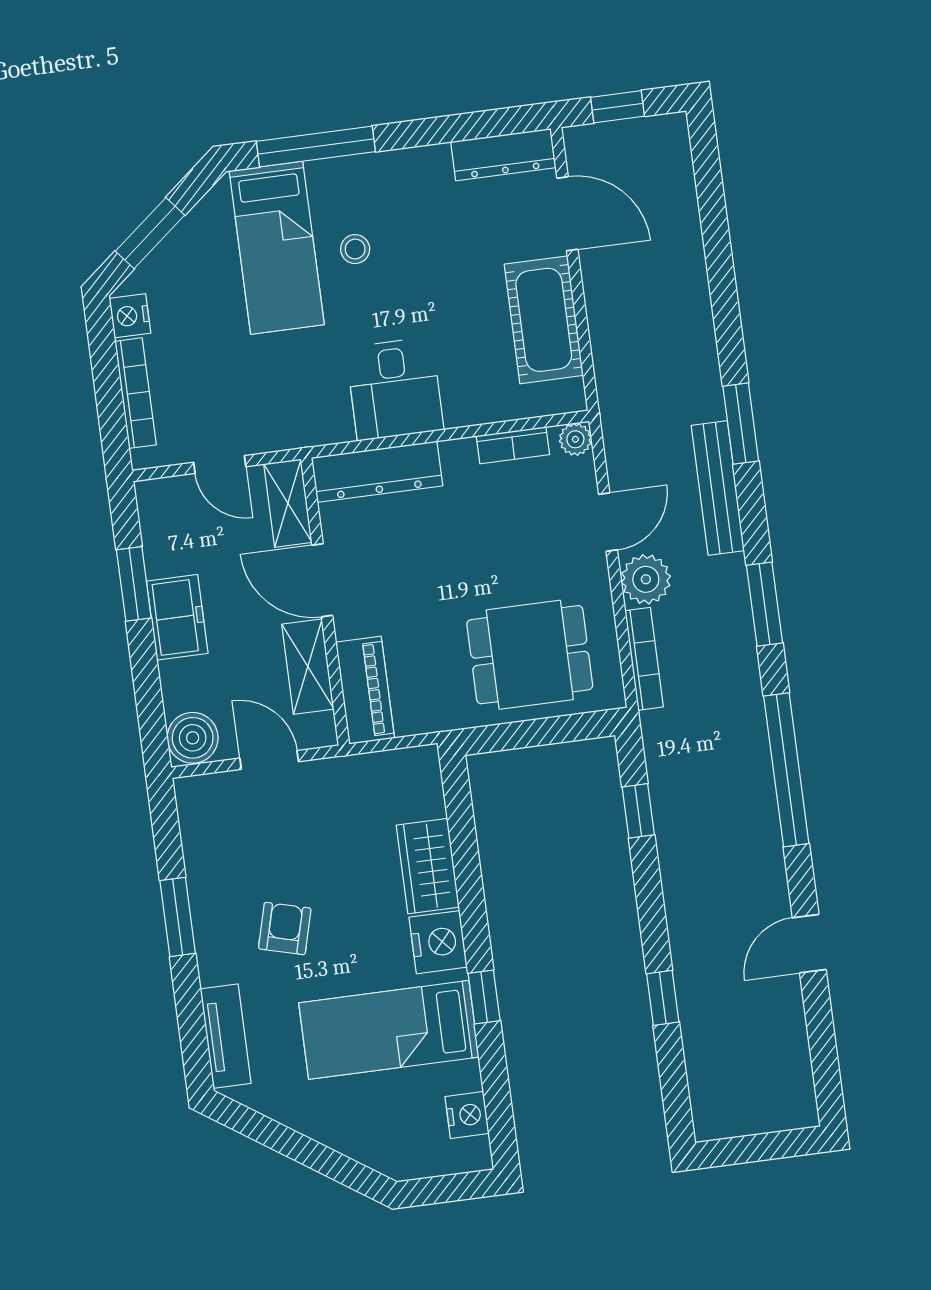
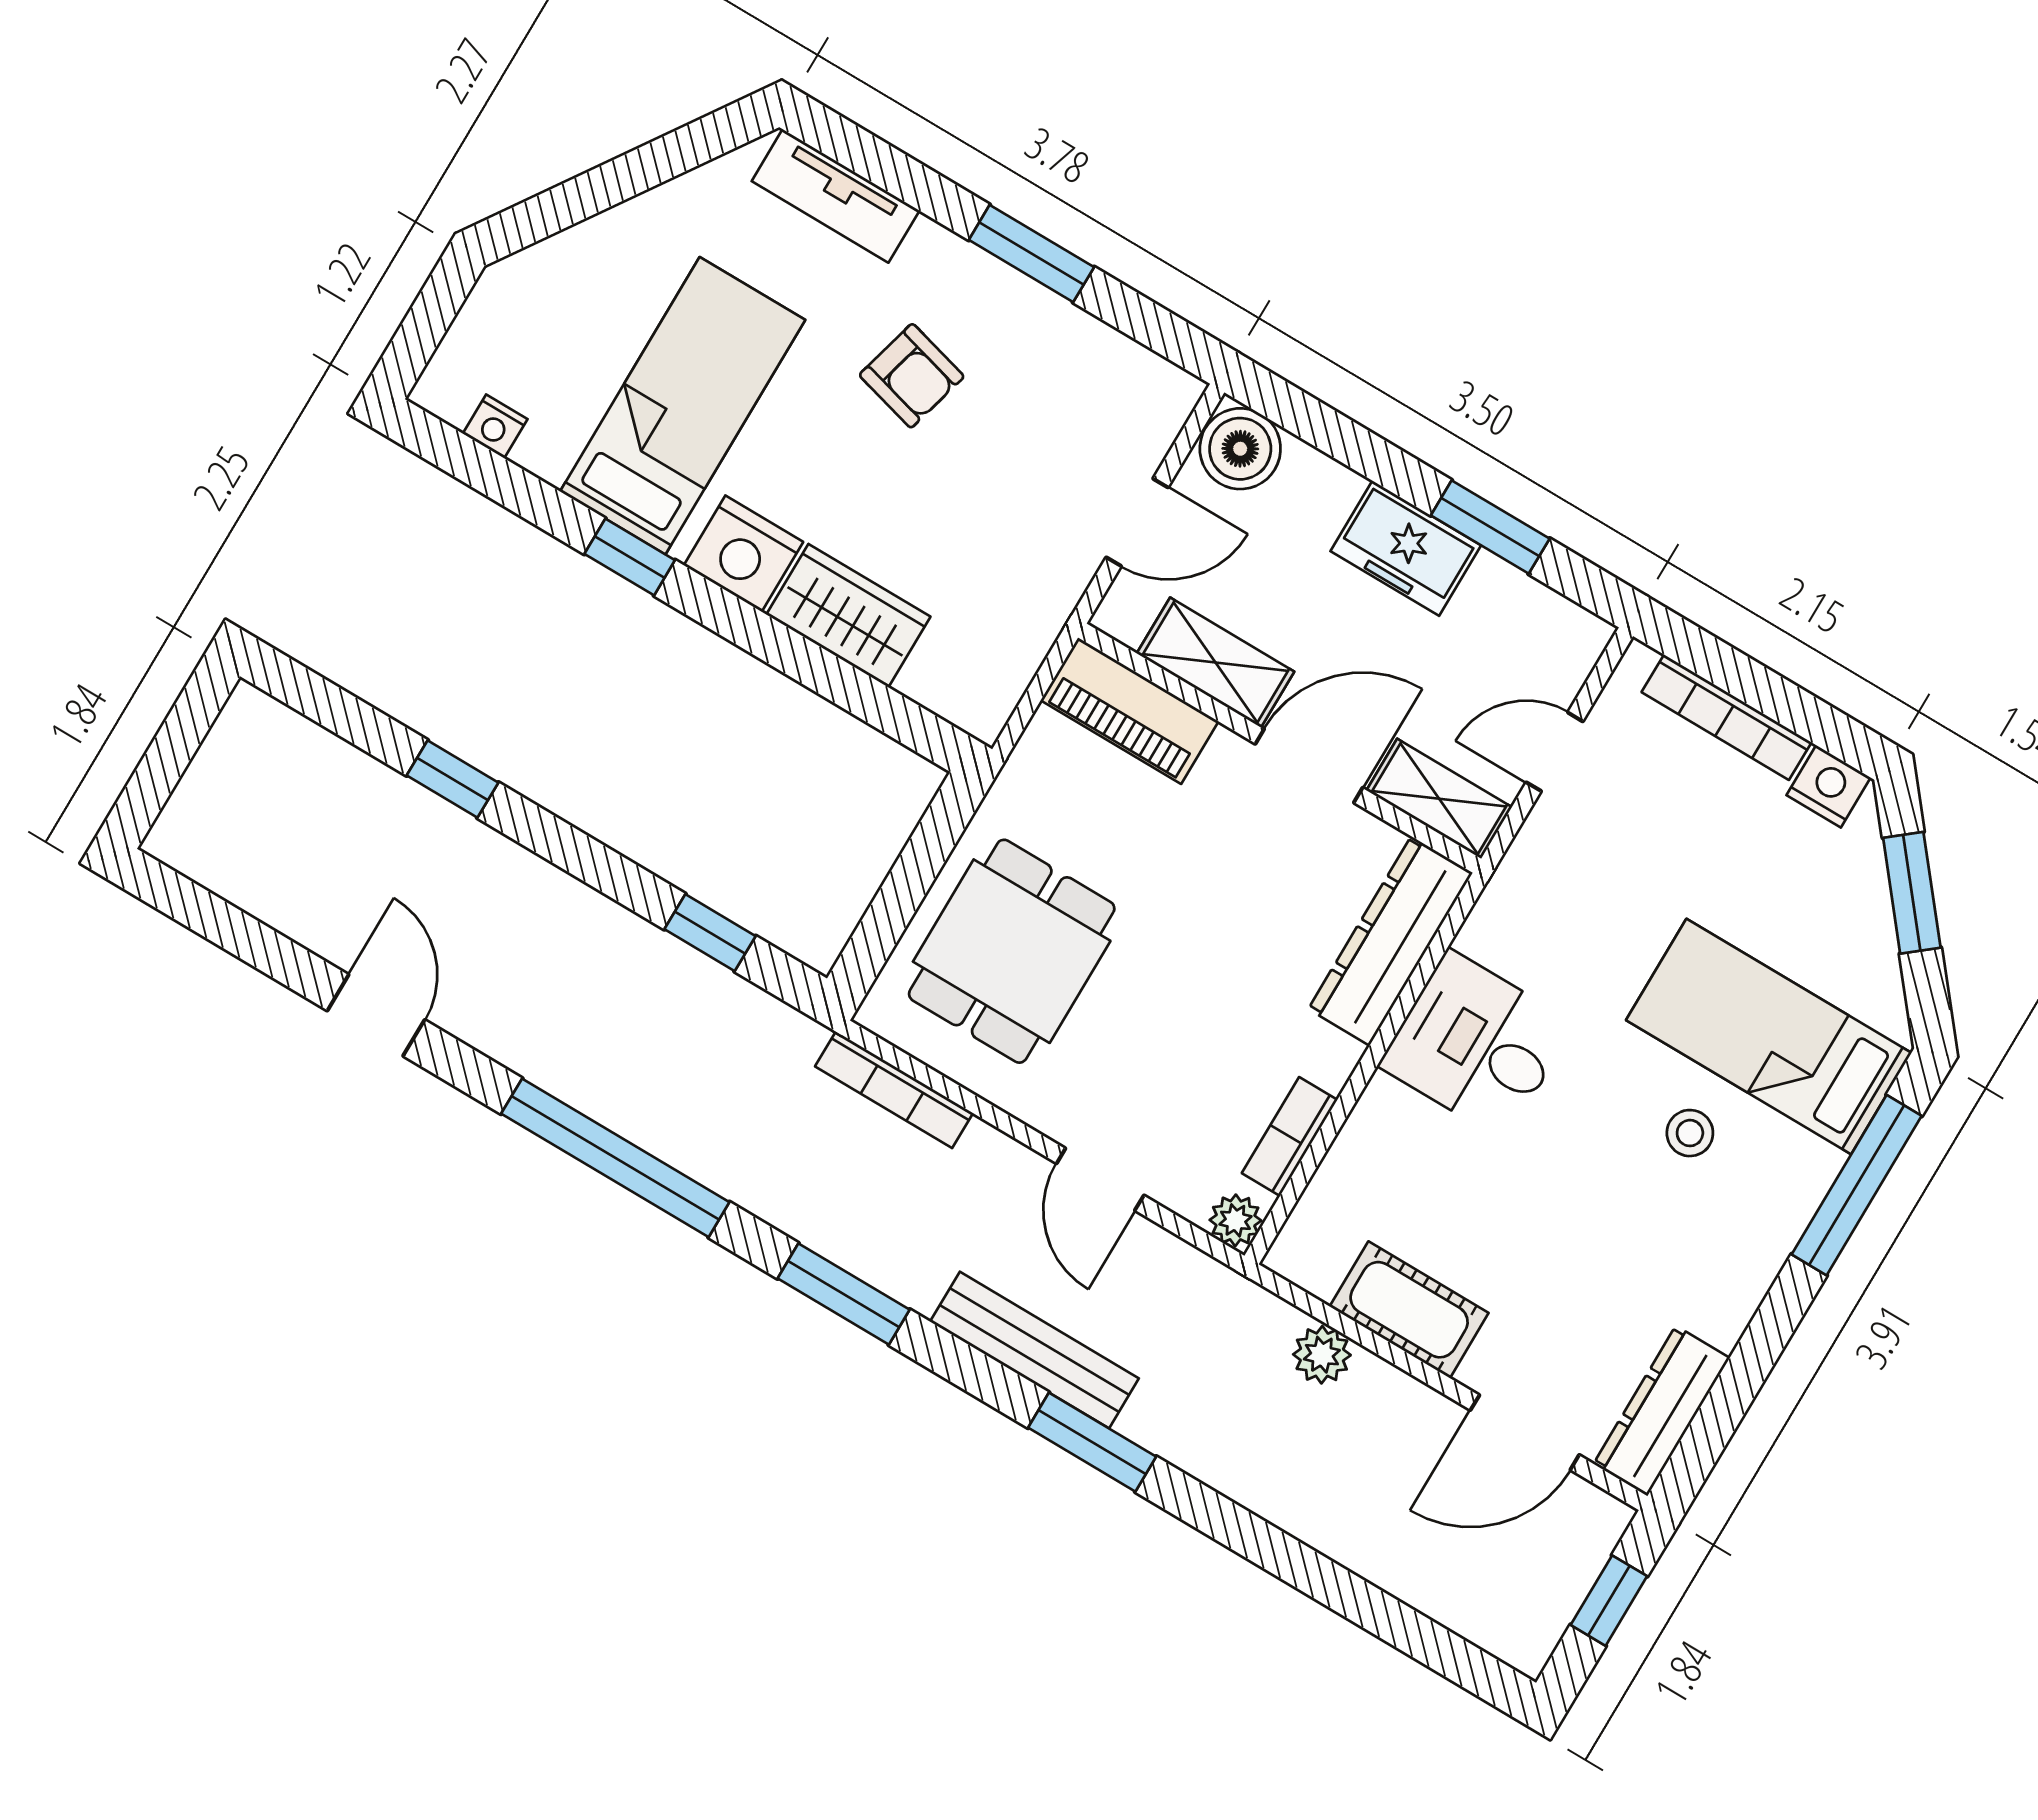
cot: (544, 320) -> (1409, 1310), width x0.73, depth x0.75
plant: (646, 579) -> (1322, 1355), moved, width x0.73, depth x0.73
nightstand: (467, 1115) -> (495, 426), width x0.72, depth x0.74

